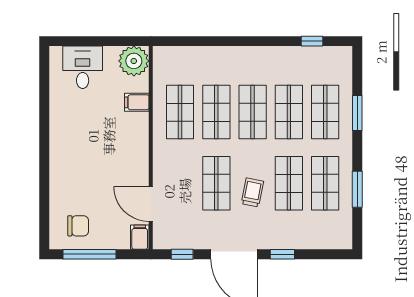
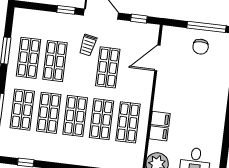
trolley: (252, 192) -> (88, 45), moved
door: (151, 204) -> (157, 58), swing flipped
chair: (78, 226) -> (201, 47), moved, turned -90
filing cabinet: (140, 237) -> (160, 119), moved, turned -90

